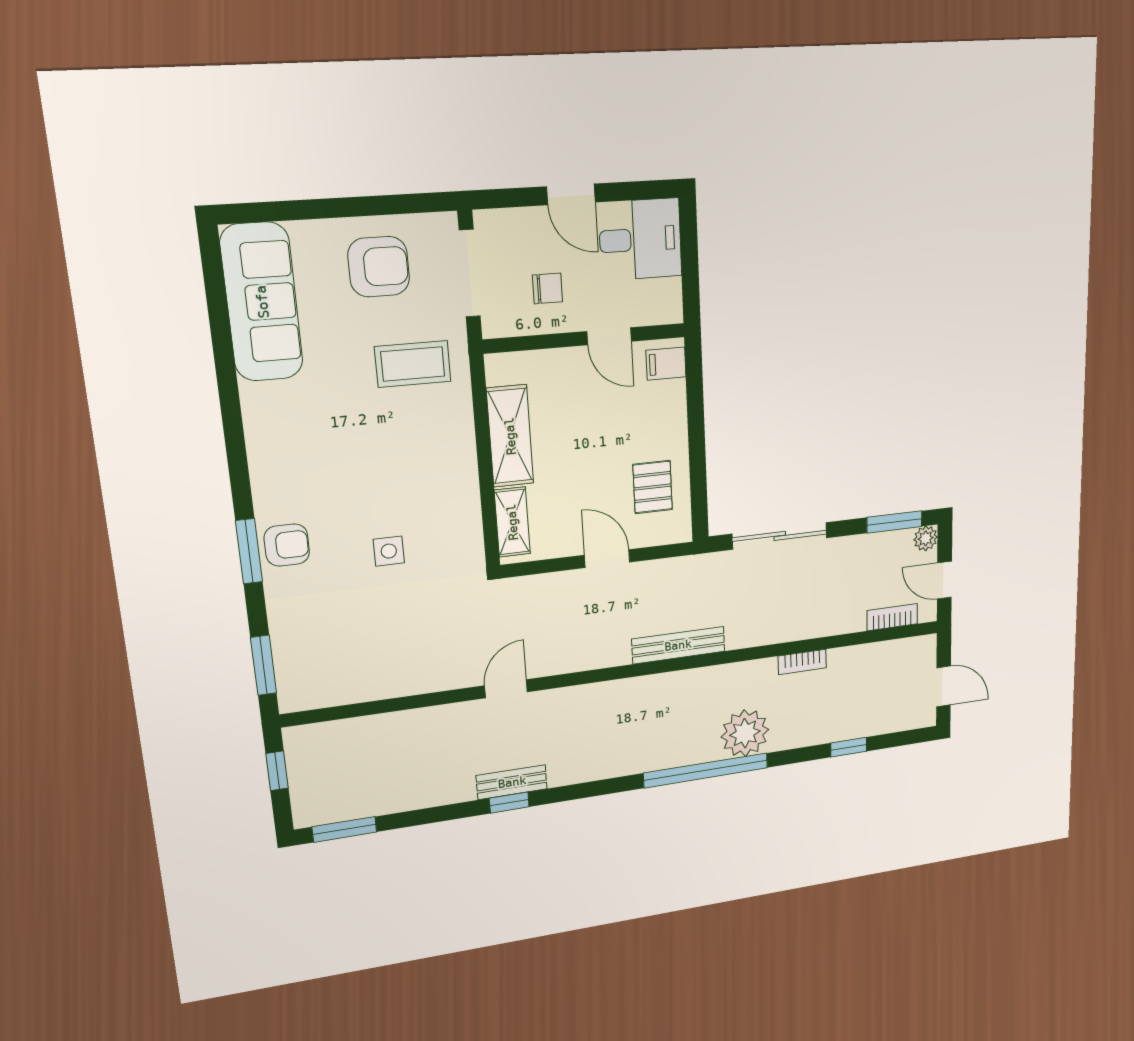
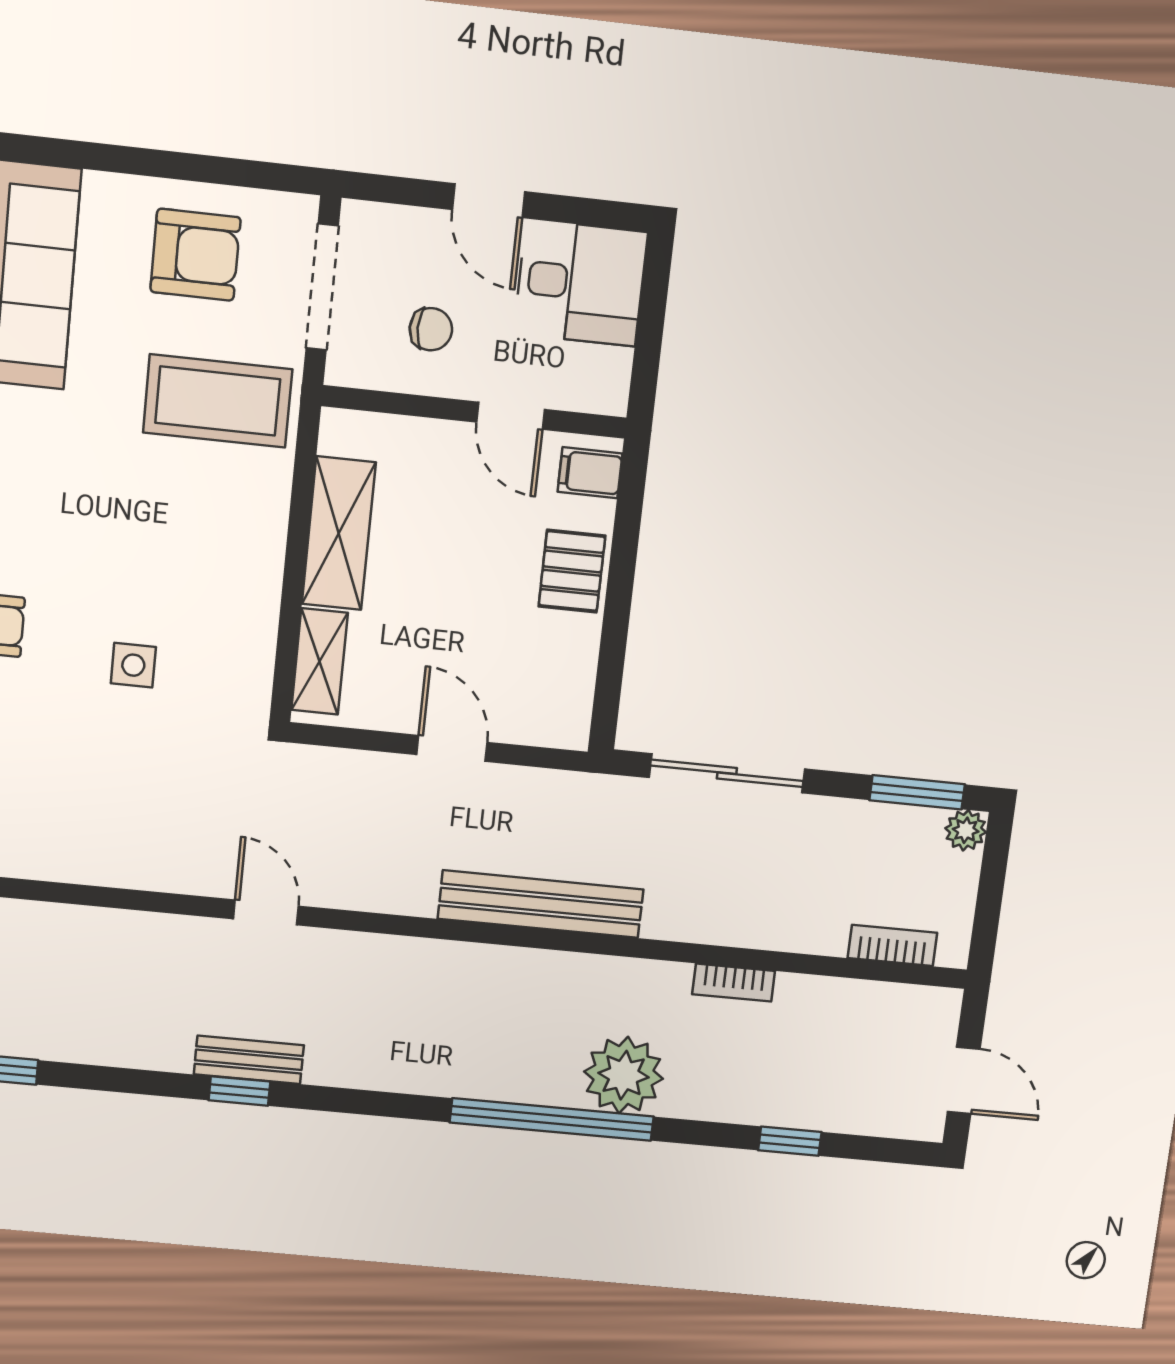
coffee table: (413, 364) -> (218, 401), width x1.36, depth x1.32
pallet: (653, 487) -> (572, 571), moved
door: (944, 580) -> (988, 905), removed
bench: (678, 645) -> (541, 904), width x1.37, depth x1.21
door: (506, 689) -> (266, 912), hinge flipped

